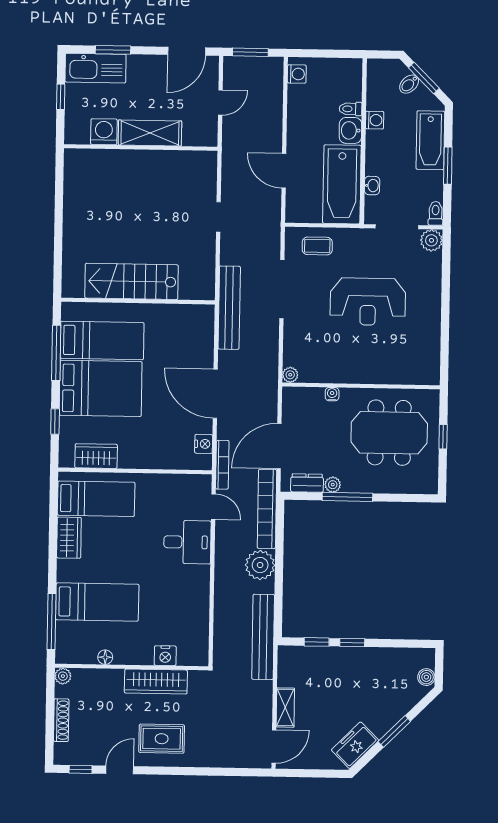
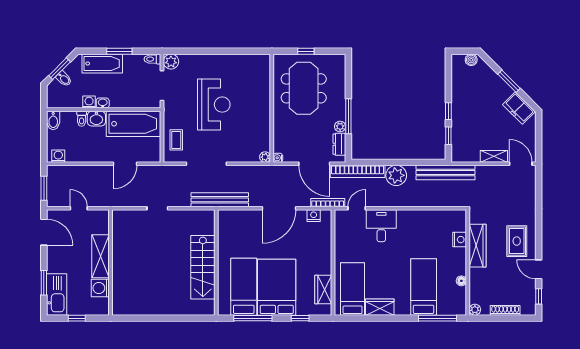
bidet: (349, 67) -> (53, 120), added
washbasin: (372, 186) -> (103, 103), moved
water cooler: (332, 394) -> (278, 158), moved

